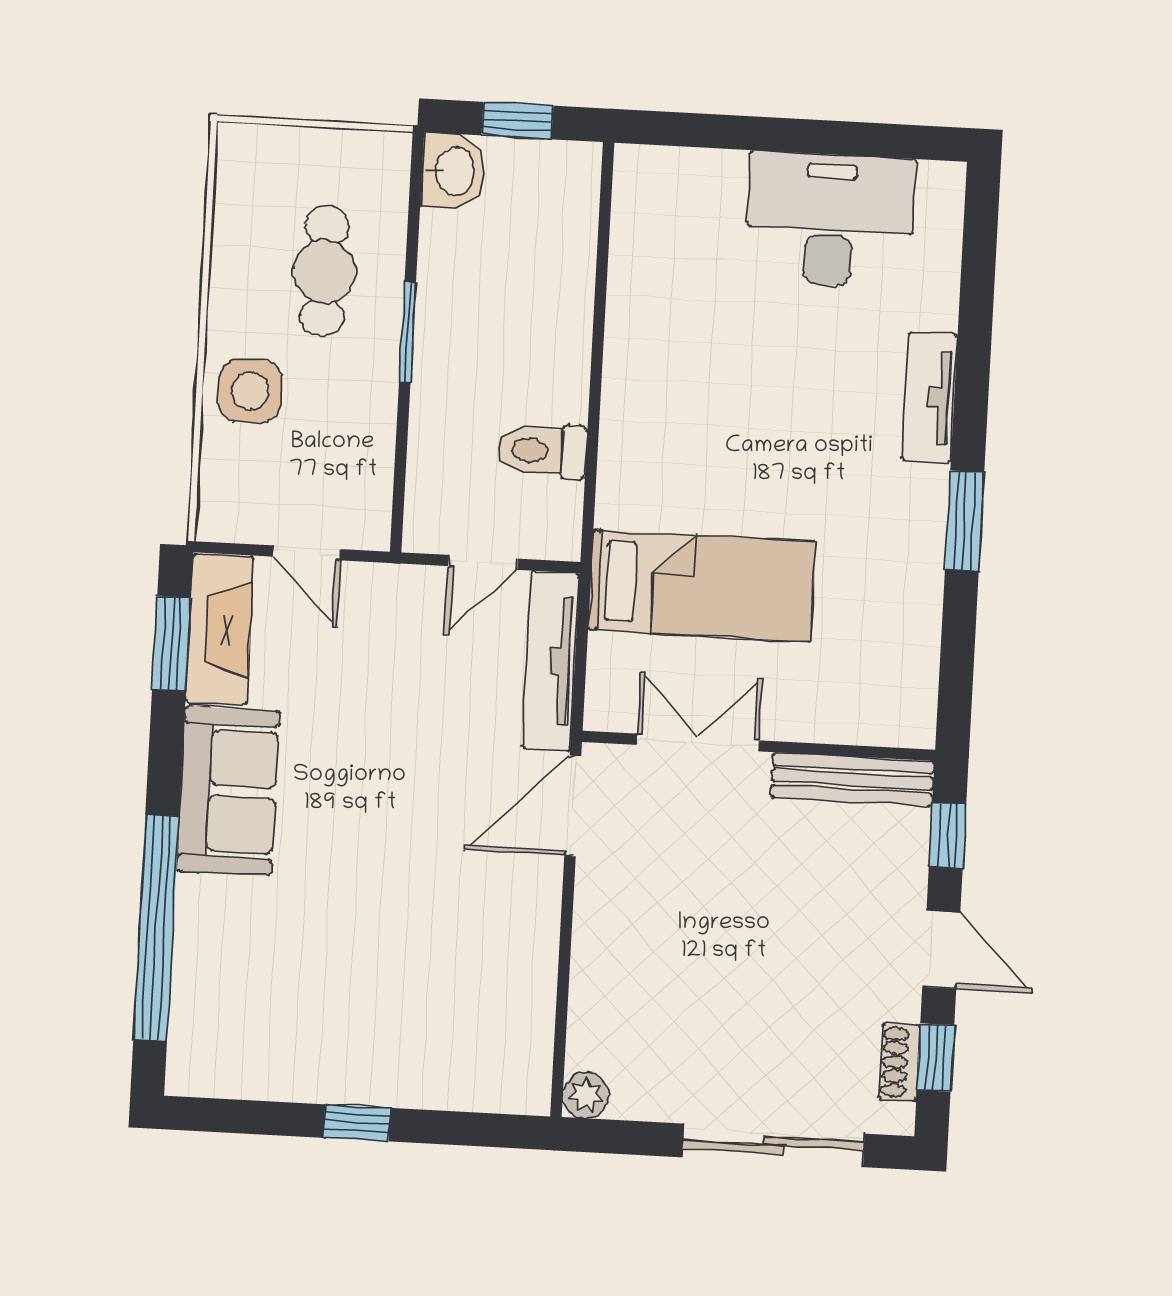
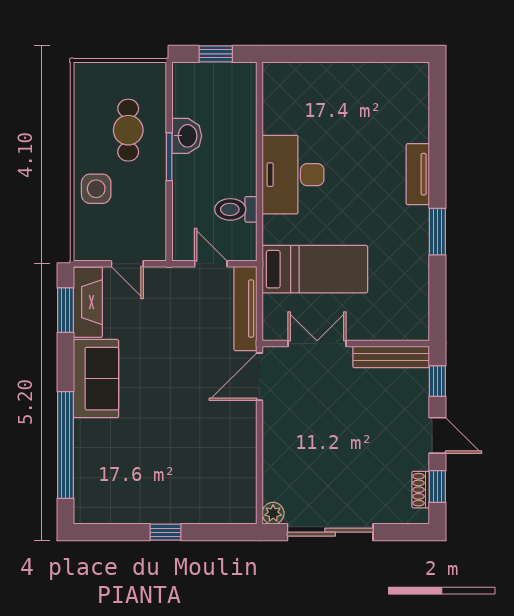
washbasin: (453, 171) -> (187, 136), moved
desk: (830, 220) -> (293, 175), moved, turned -90
door: (483, 562) -> (211, 264), swing flipped
sliding door: (774, 1145) -> (330, 532), moved

